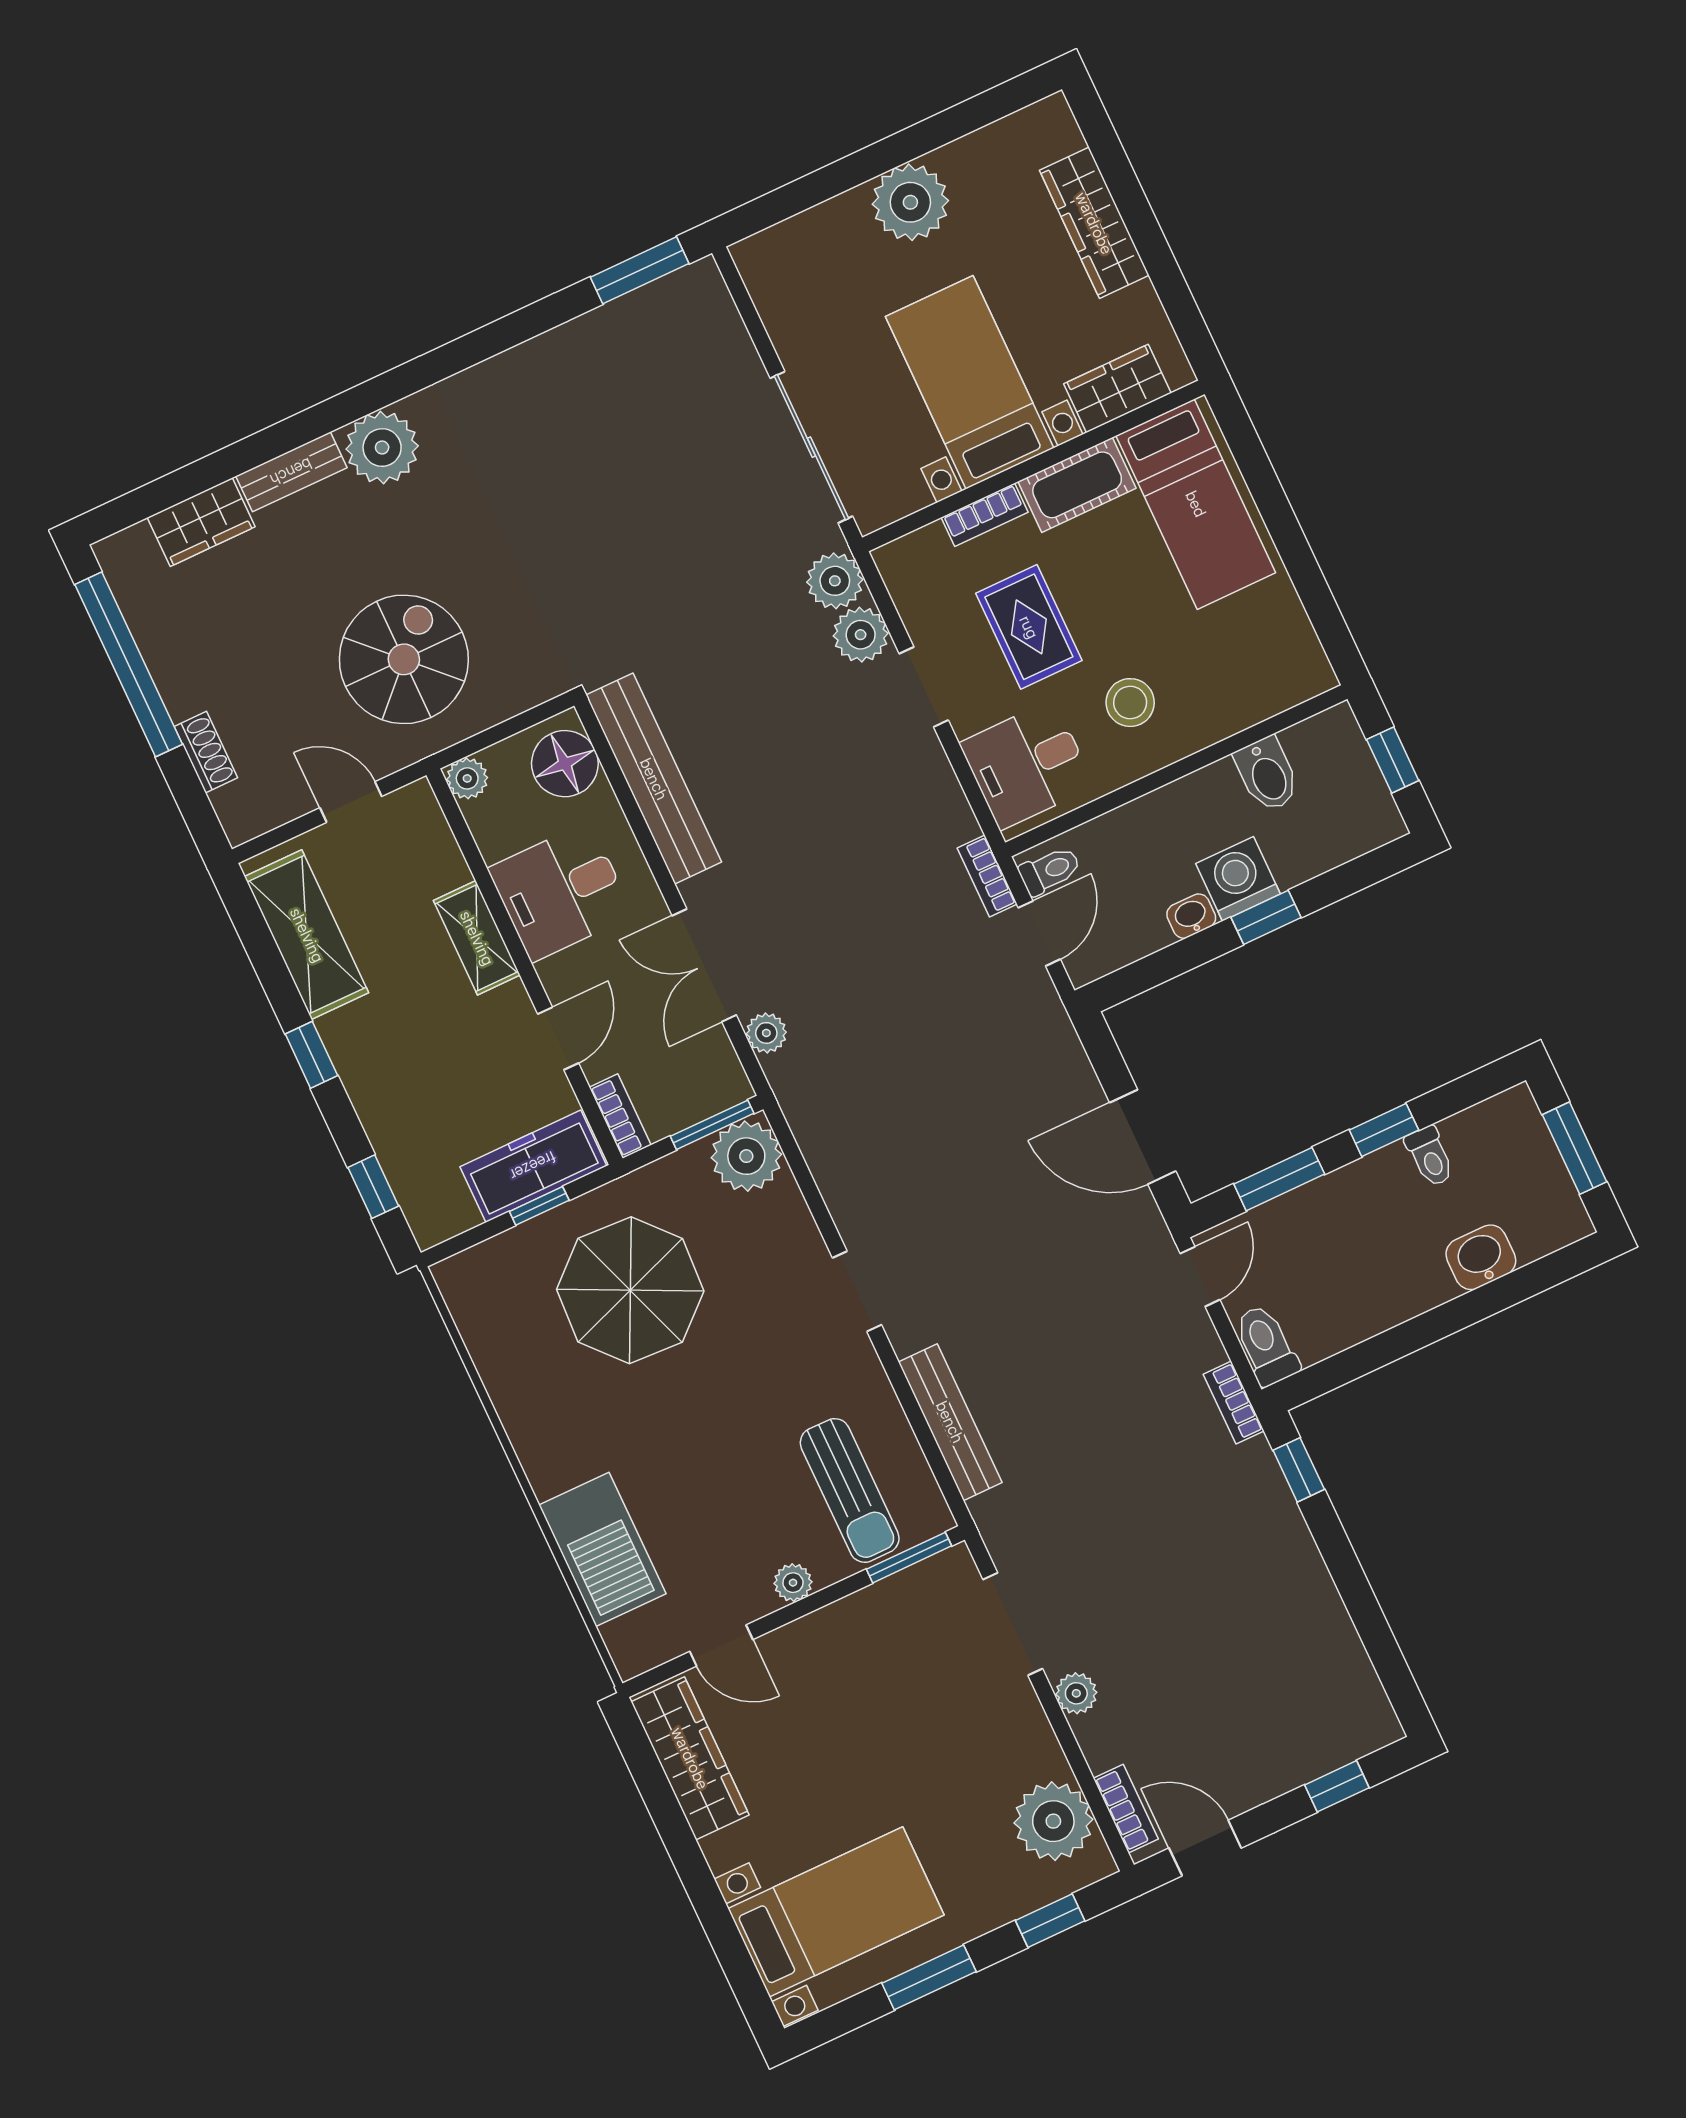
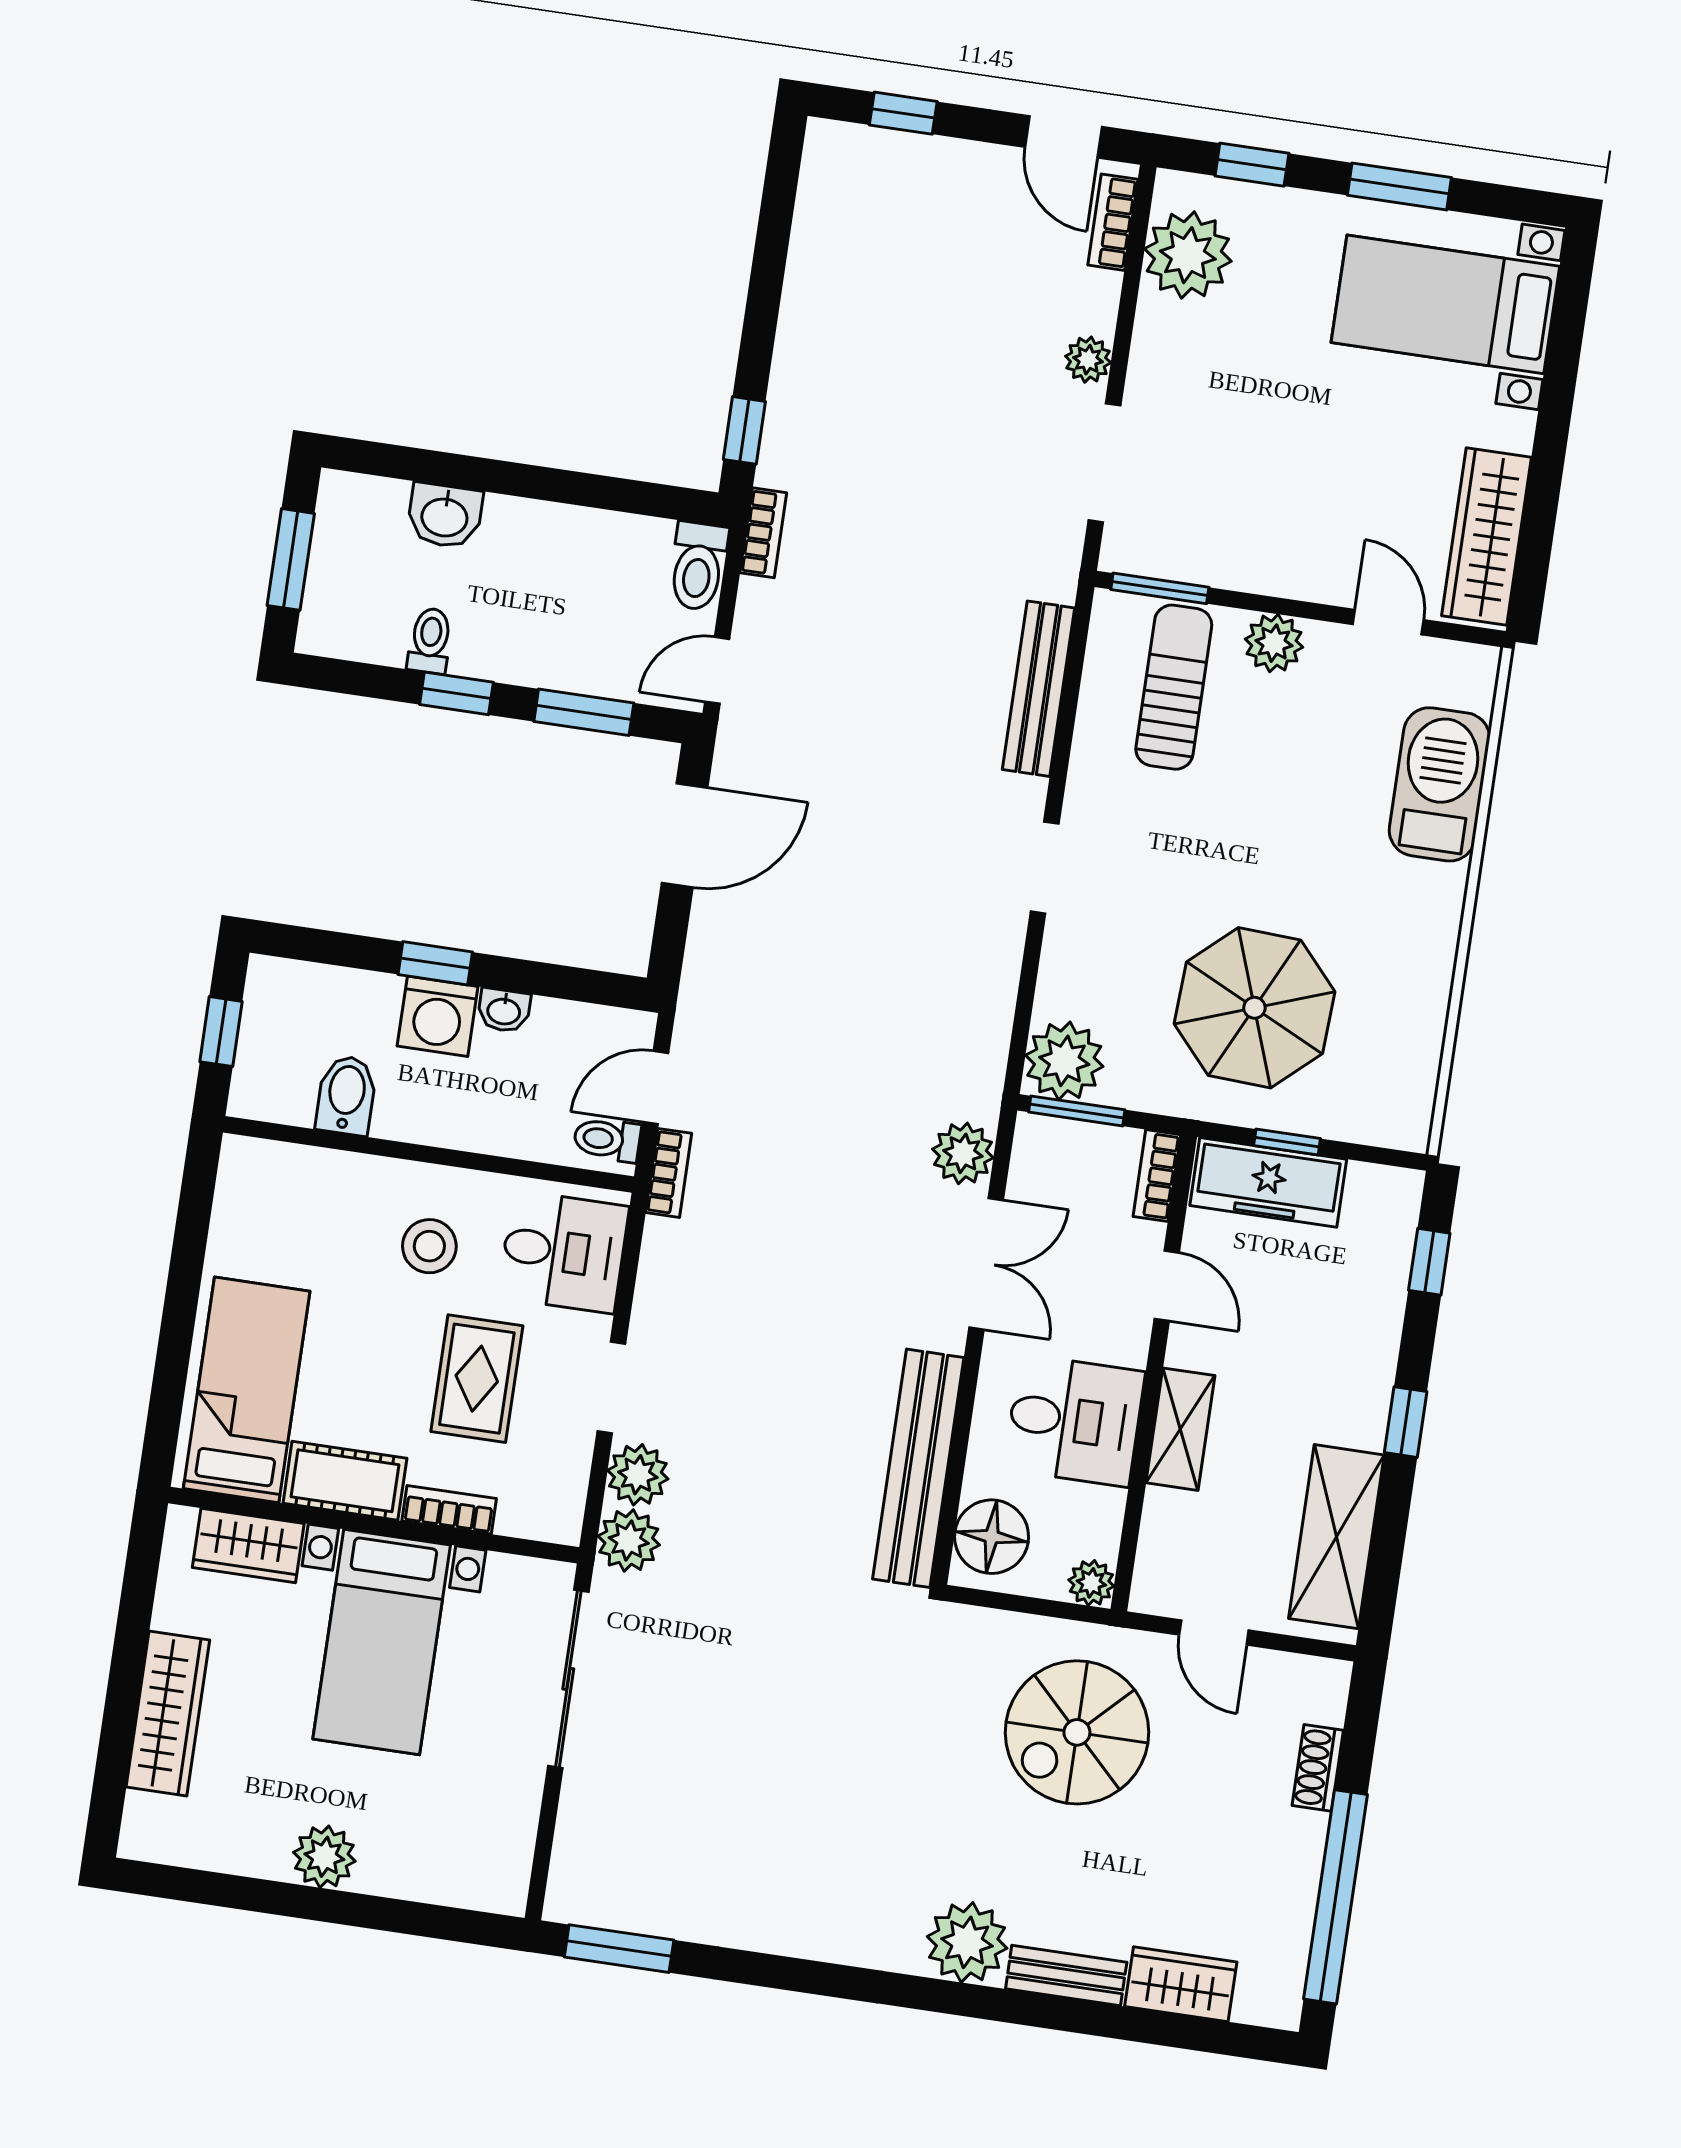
plant: (910, 202) -> (324, 1857), width x0.73, depth x0.73
plant: (766, 1033) -> (963, 1153), width x1.38, depth x1.38
door: (558, 1039) -> (1167, 1286), swing flipped
door: (1143, 1137) -> (685, 835), hinge flipped
plant: (793, 1583) -> (1274, 643), width x1.38, depth x1.38

